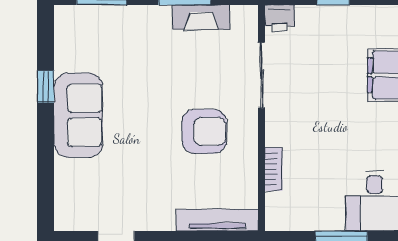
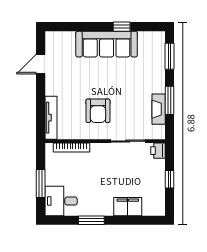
sofa: (78, 115) -> (107, 44), width x1.36
bookcase: (274, 169) -> (71, 147), width x1.56

